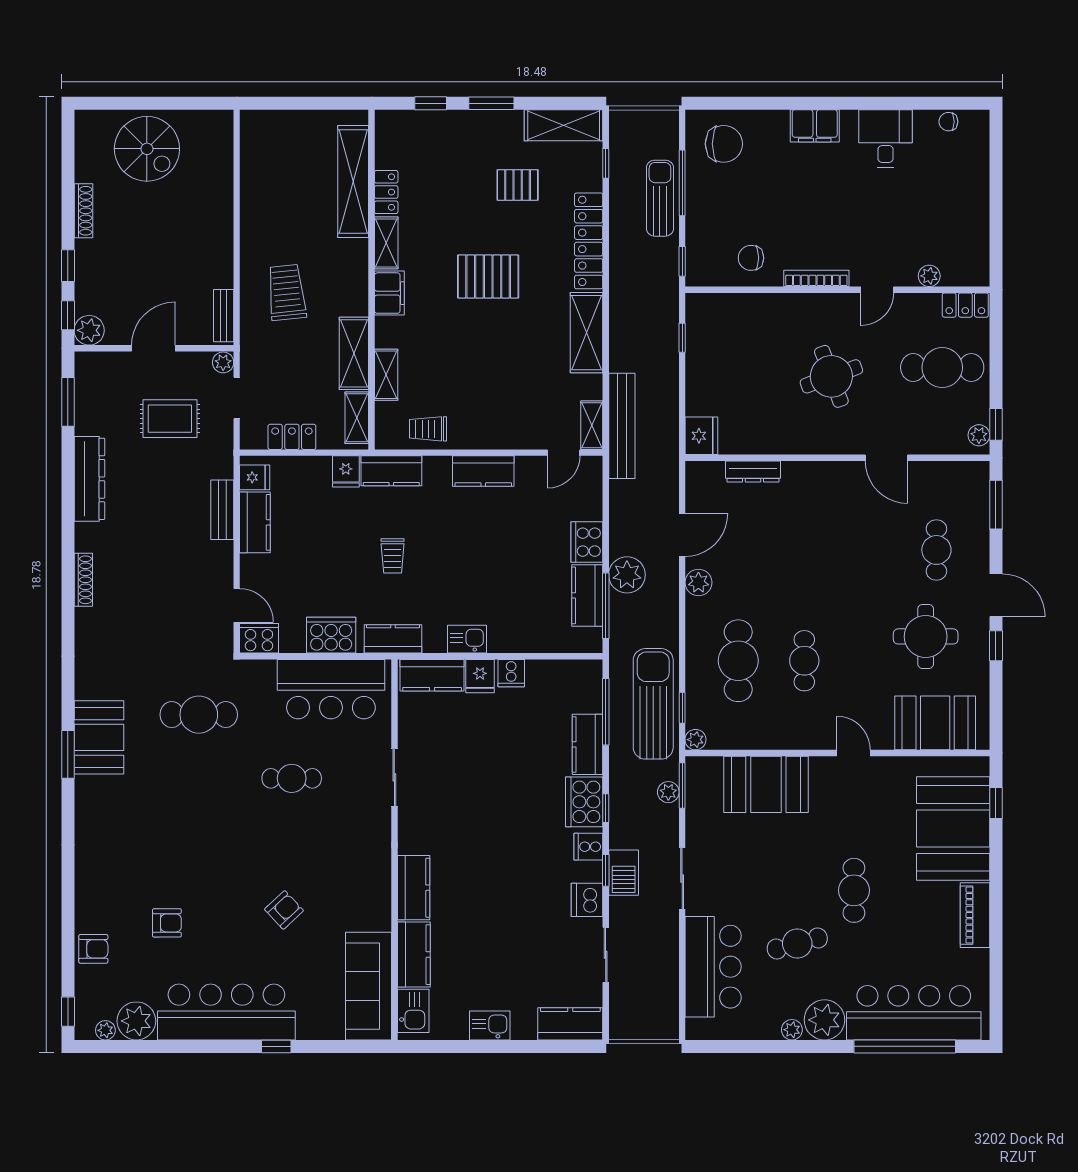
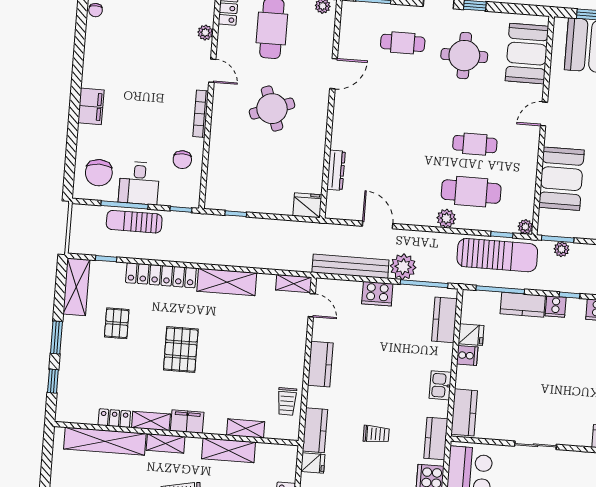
desk: (886, 138) -> (139, 183), moved, turned -90
chair: (724, 144) -> (99, 173), turned 180
shelving: (357, 418) -> (166, 443), moved
bench: (622, 426) -> (350, 266), moved
plant: (698, 582) -> (446, 218), moved
kitchen counter: (587, 595) -> (444, 320), moved, turned 90
fridge: (480, 676) -> (471, 335), moved
sun lounger: (653, 704) -> (497, 255), turned 180
cooker: (584, 802) -> (556, 307), width x0.53, depth x0.76

